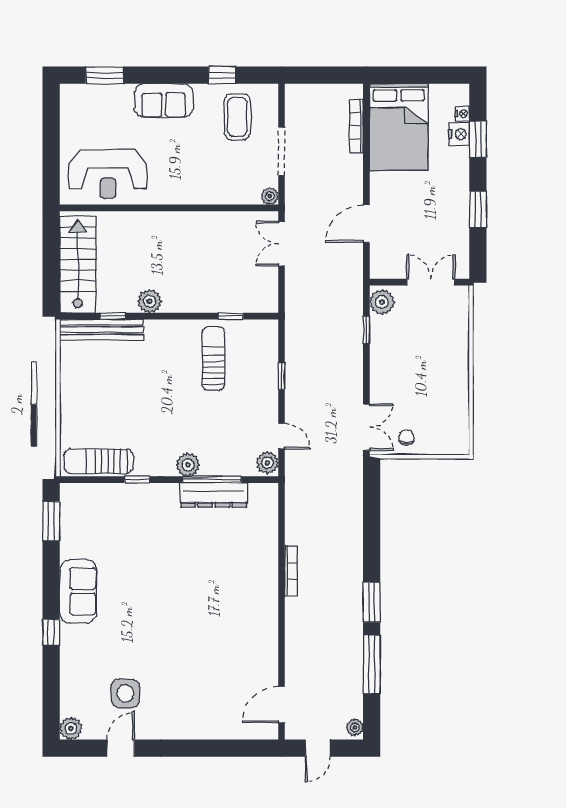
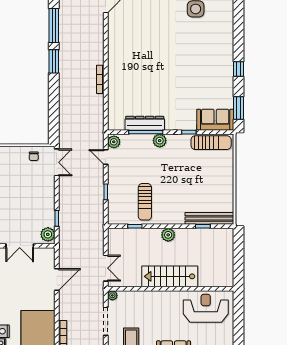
stairs: (78, 265) -> (170, 276), moved, turned 90
plant: (150, 301) -> (168, 235), moved
double door: (366, 427) -> (57, 162), swing flipped
sofa: (78, 591) -> (215, 120), moved, turned 90
window: (51, 632) -> (238, 69), moved

